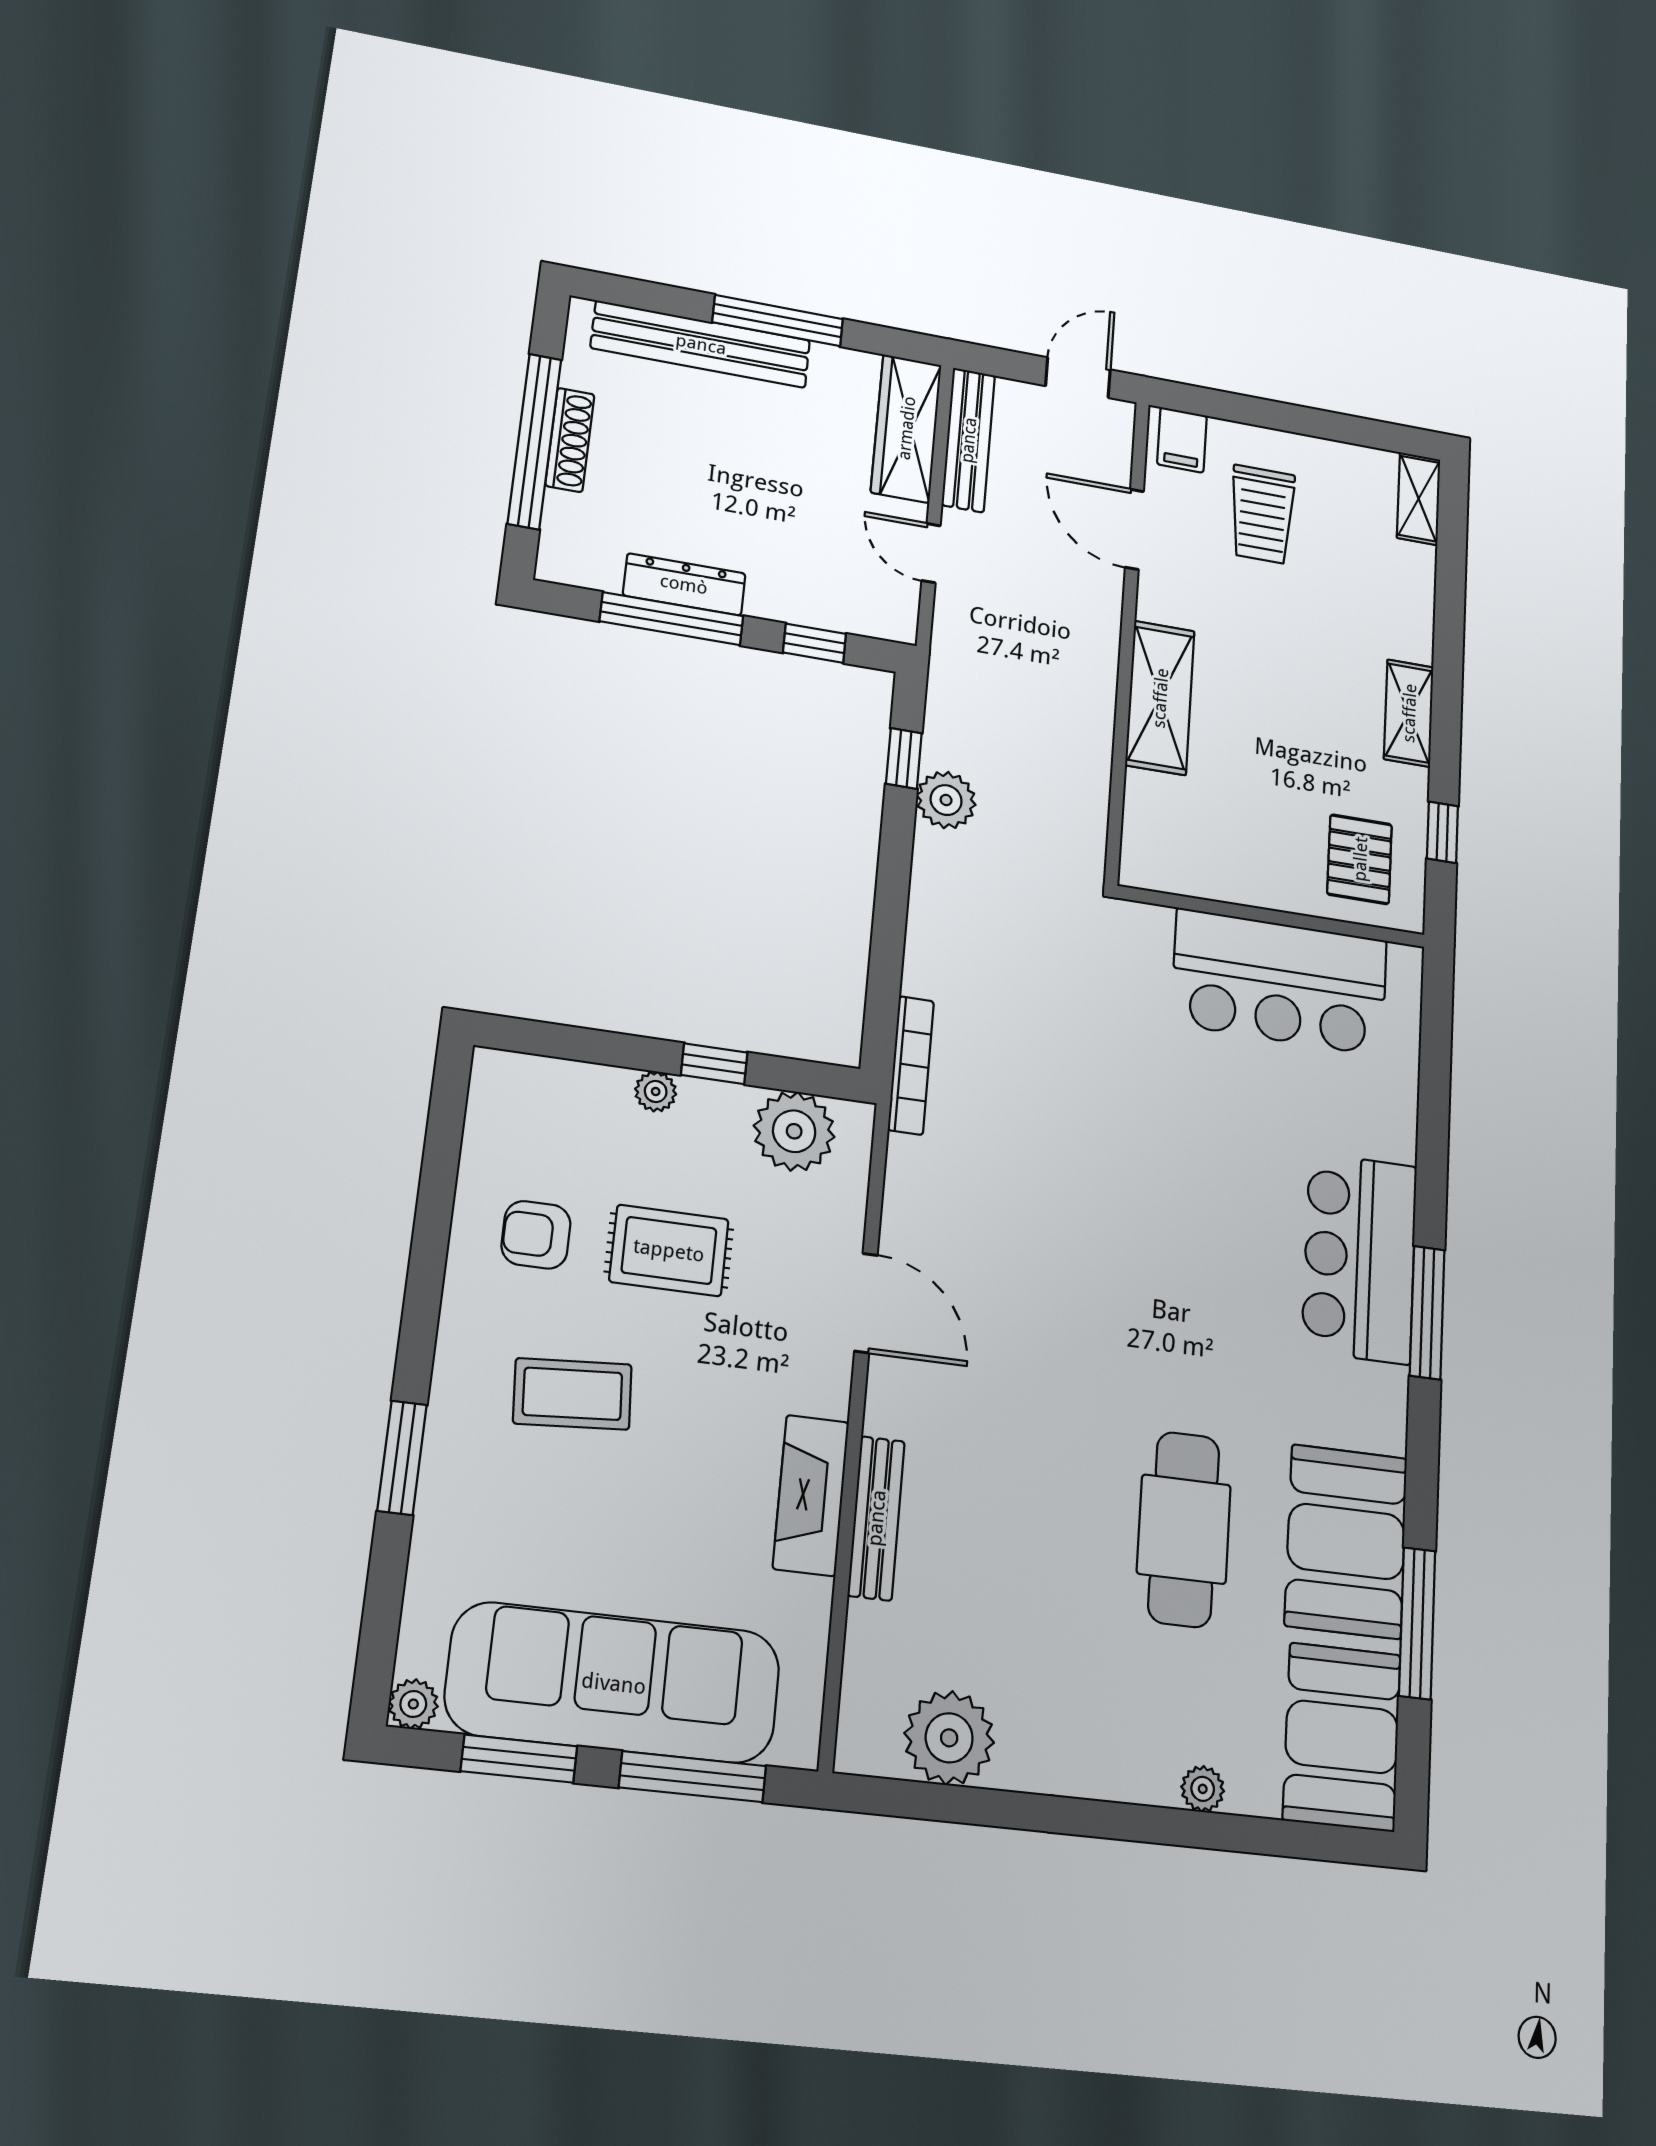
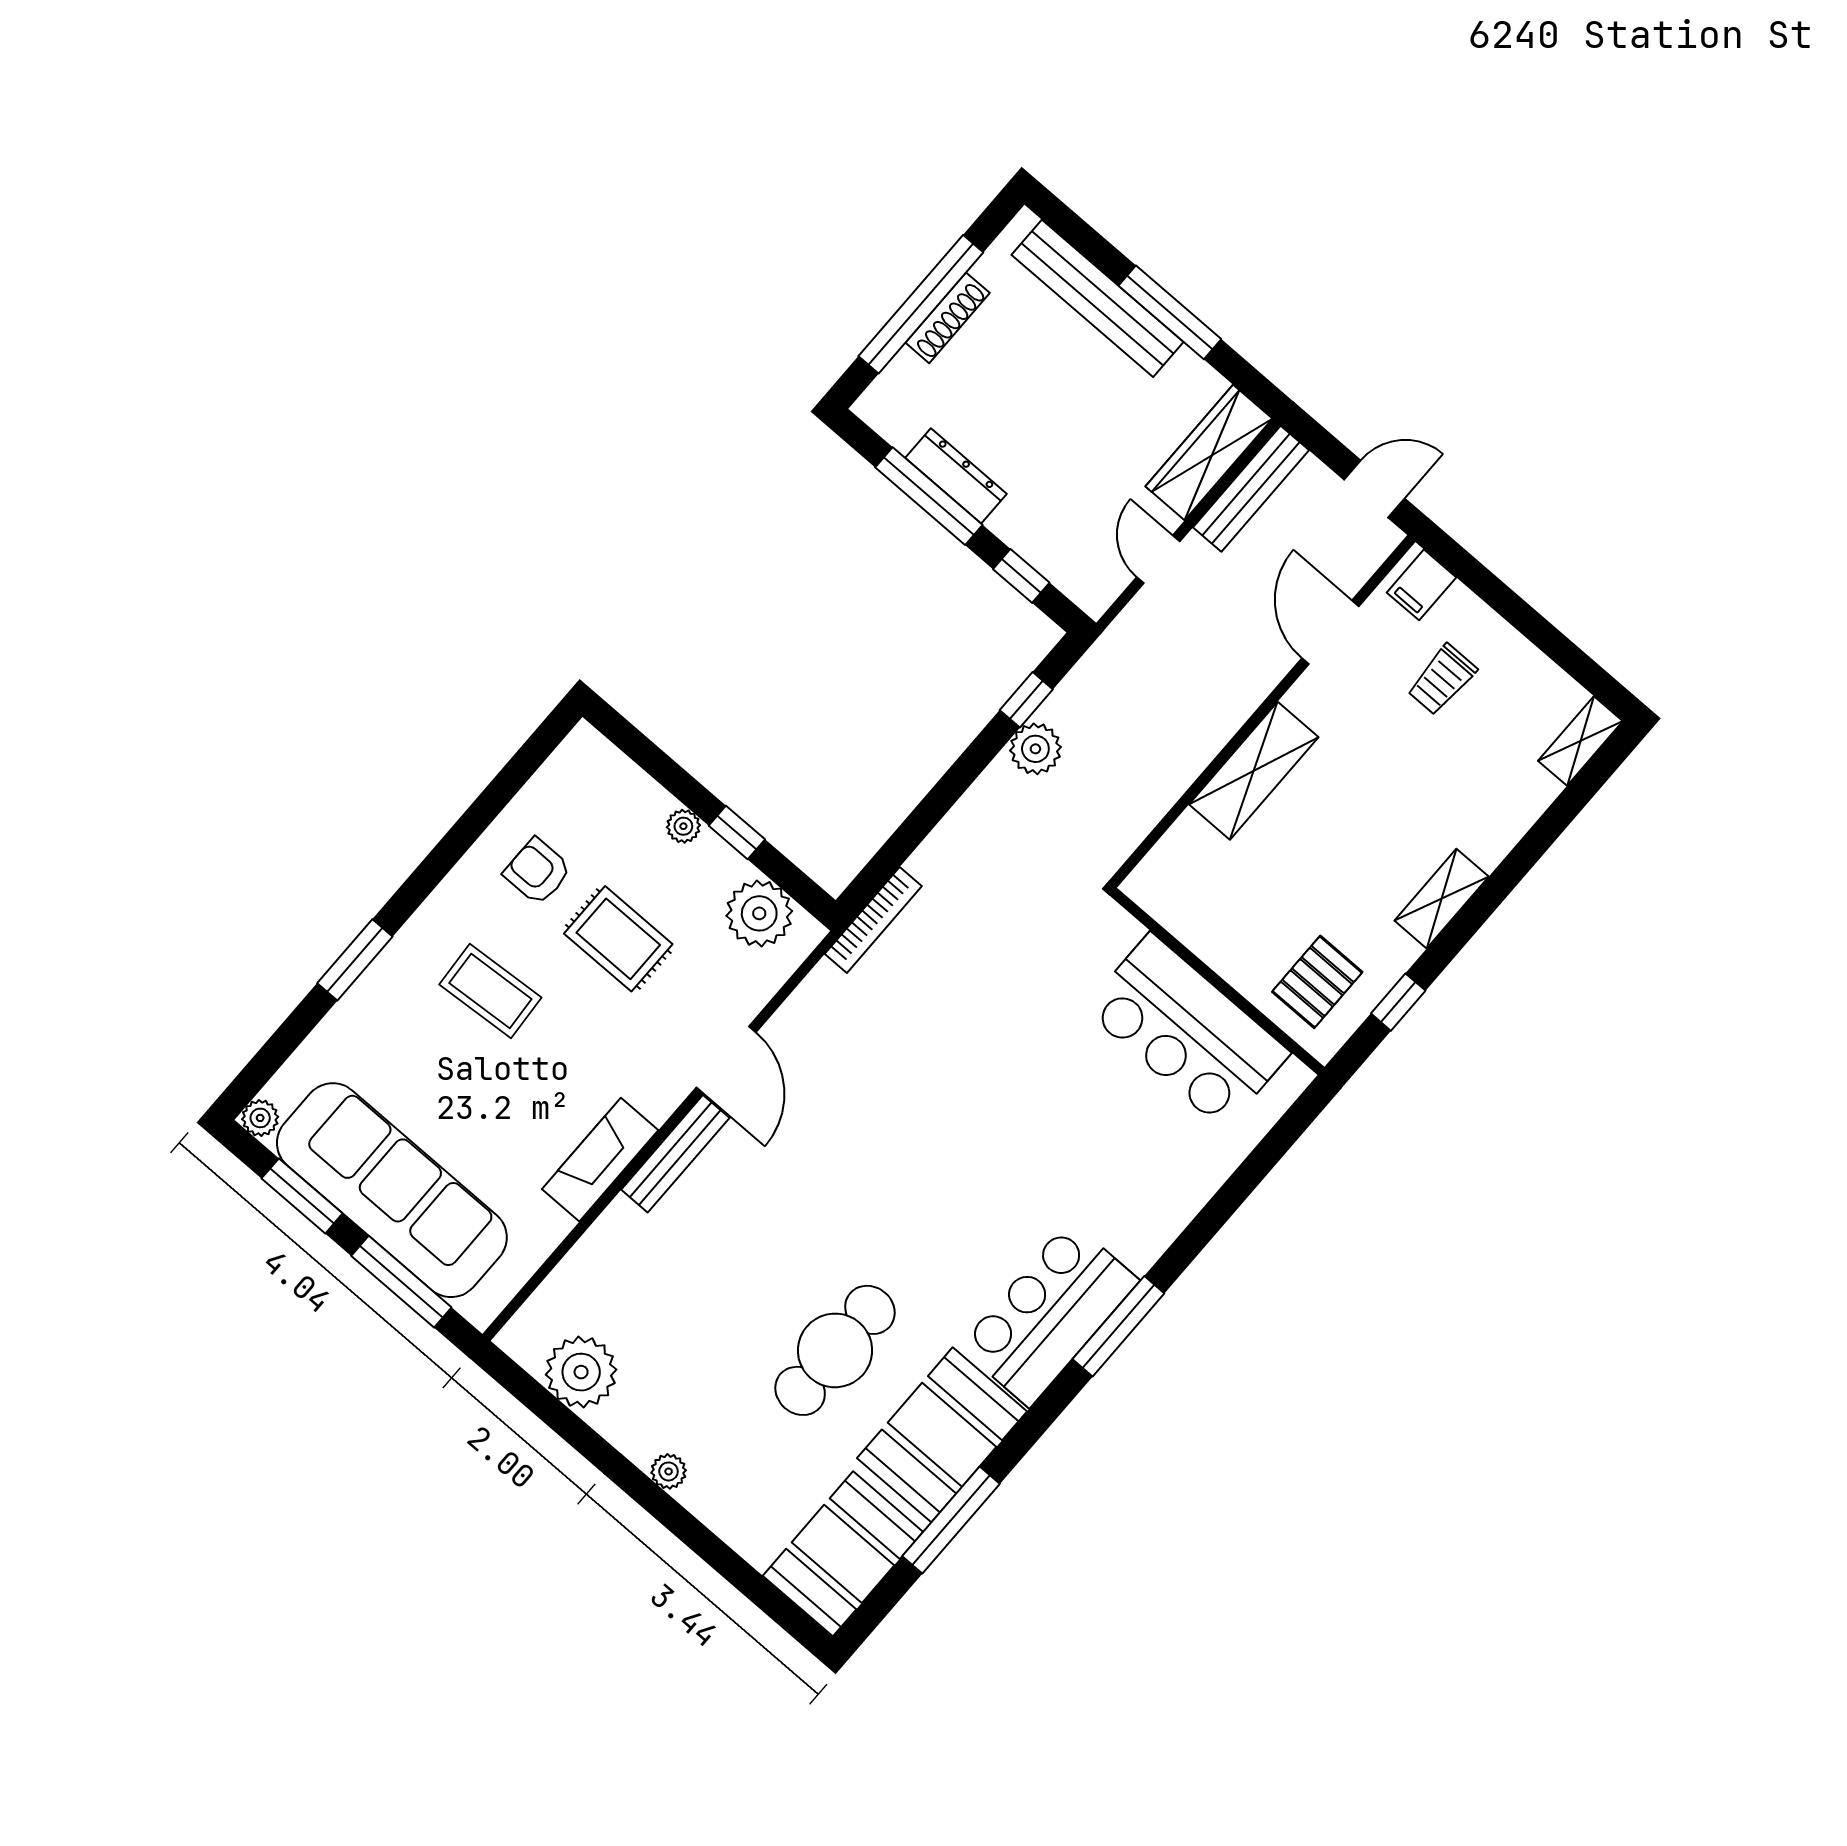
trolley: (1262, 514) -> (1442, 680), width x0.73, depth x0.72
bar counter: (1360, 1258) -> (1049, 1314), moved
bench: (876, 1518) -> (675, 1154), moved
plant: (1203, 1789) -> (669, 1471), moved

